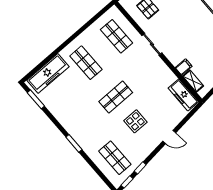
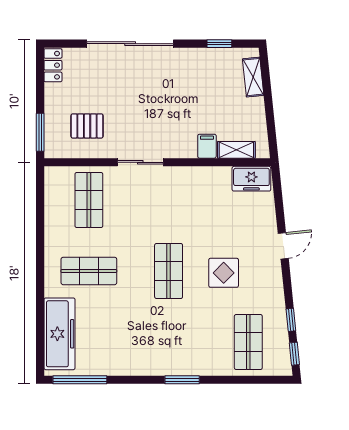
shop shelf: (117, 36) -> (89, 200), turned 90
freezer: (183, 95) -> (251, 179), width x0.71
window: (36, 99) -> (80, 380), width x1.44
shop shelf: (115, 158) -> (248, 342), turned 90

